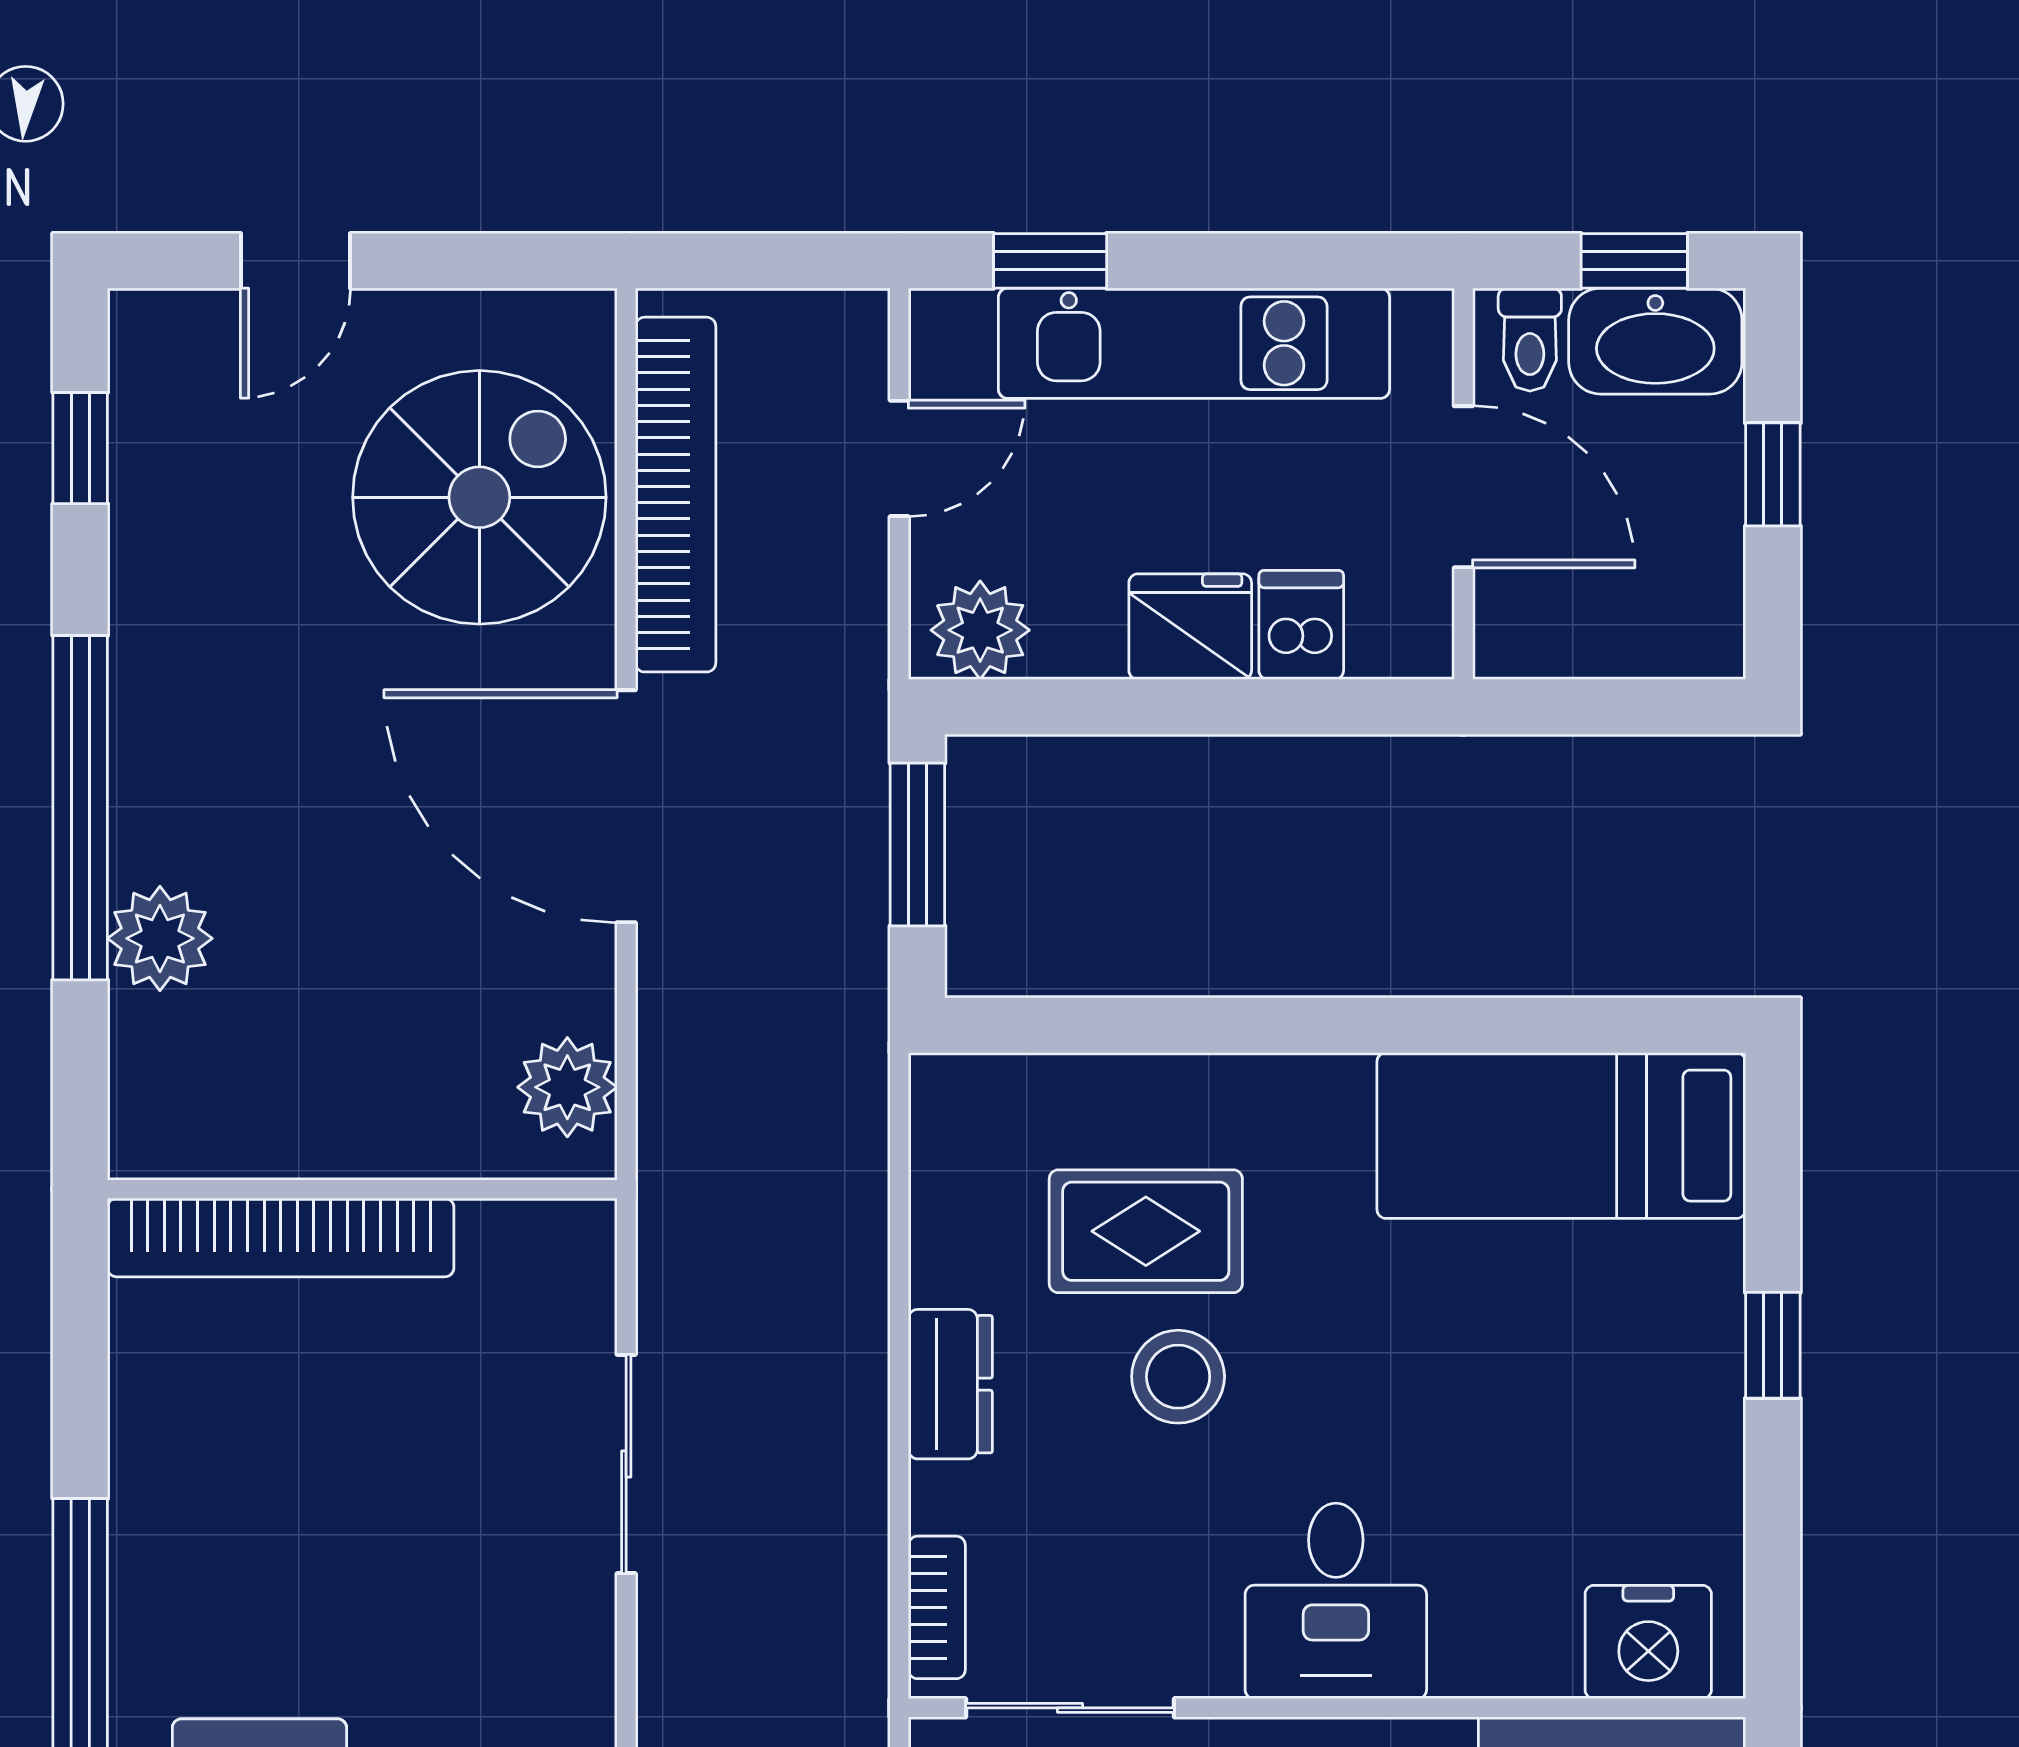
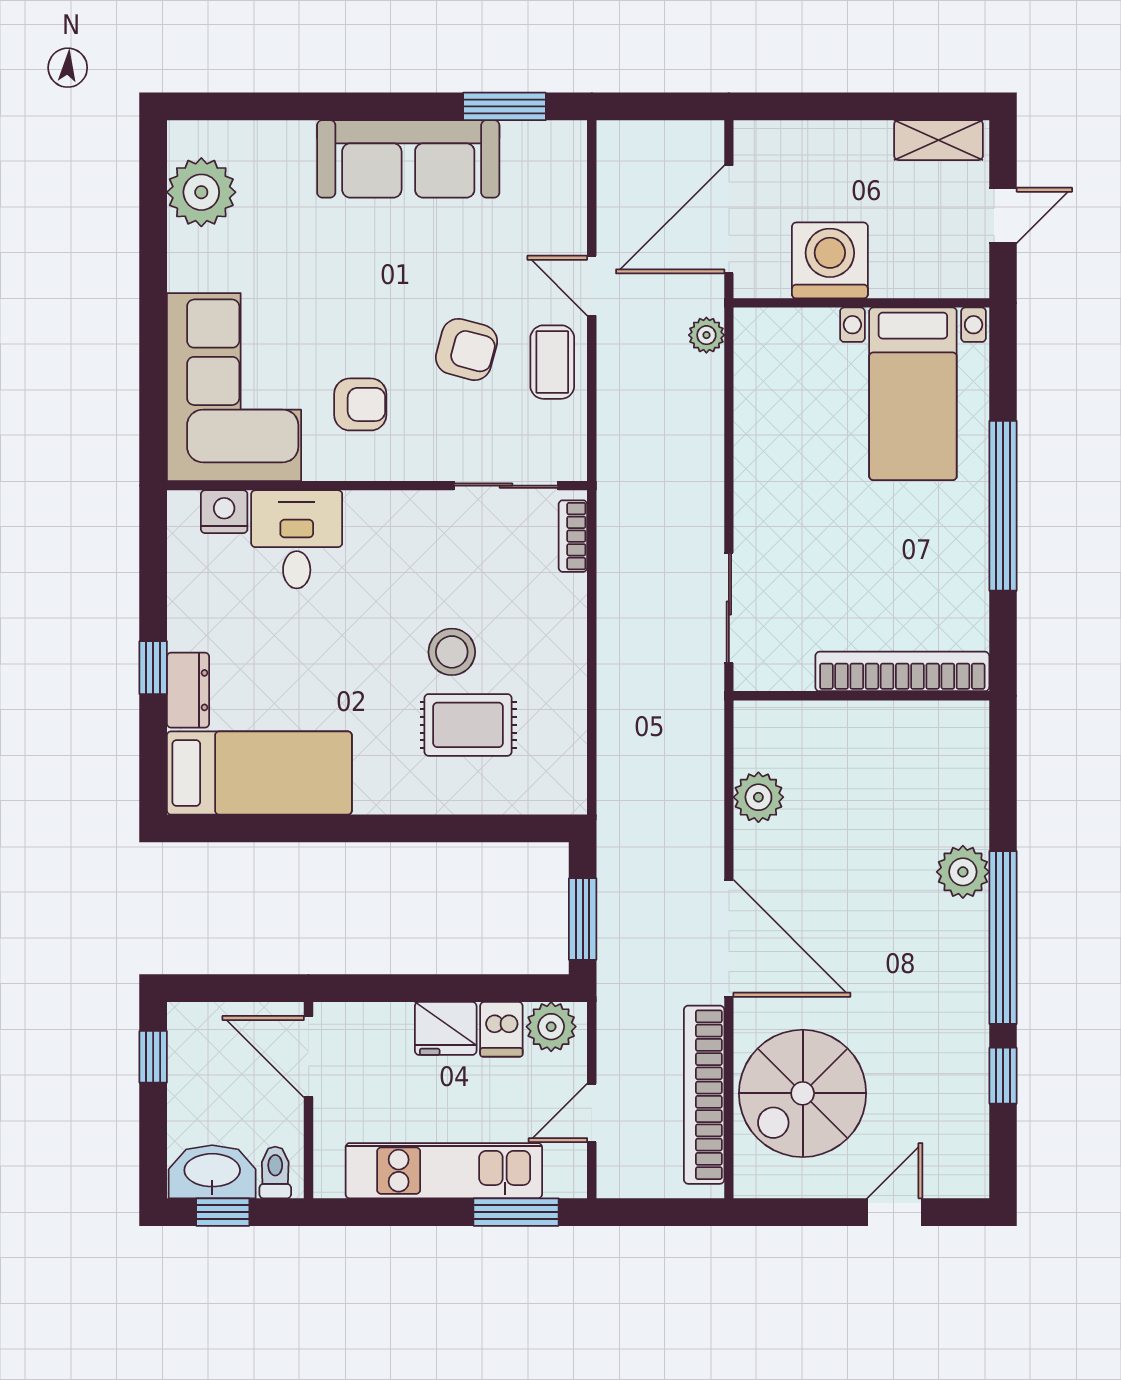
window: (1050, 261) -> (516, 1212), width x1.50
window: (80, 448) -> (1003, 1076), moved
window: (1773, 474) -> (153, 1057), moved
door: (1463, 487) -> (309, 1057), moved
dishwasher: (1301, 625) -> (501, 1029), moved
wall: (362, 1189) -> (861, 696), moved
bookcase: (281, 1238) -> (902, 671), moved
dresser: (950, 1384) -> (188, 690), moved, turned 180
desk: (1336, 1601) -> (297, 539), moved
nightstand: (1648, 1642) -> (224, 512), width x0.74, depth x0.75

